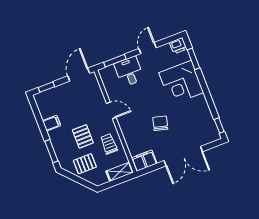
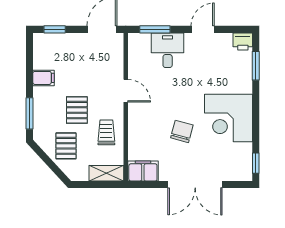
corner desk: (181, 83) -> (229, 118), moved
pallet: (85, 164) -> (66, 146), turned 90

